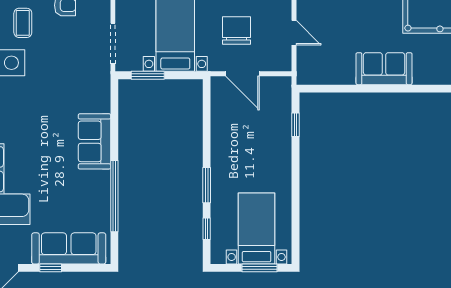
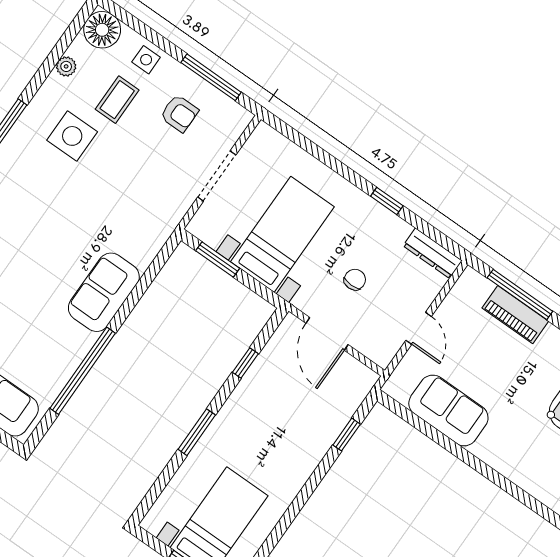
chair: (237, 30) -> (355, 280), width x0.54, depth x0.54
doorway: (113, 44) -> (217, 176), moved
sofa: (384, 69) -> (448, 410), moved
window: (207, 229) -> (245, 363), moved

